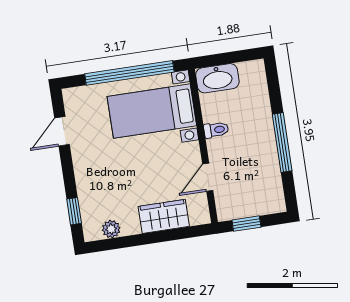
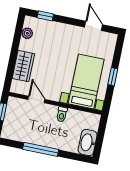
window: (129, 73) -> (113, 77), width x0.32
washbasin: (217, 78) -> (88, 143), moved

